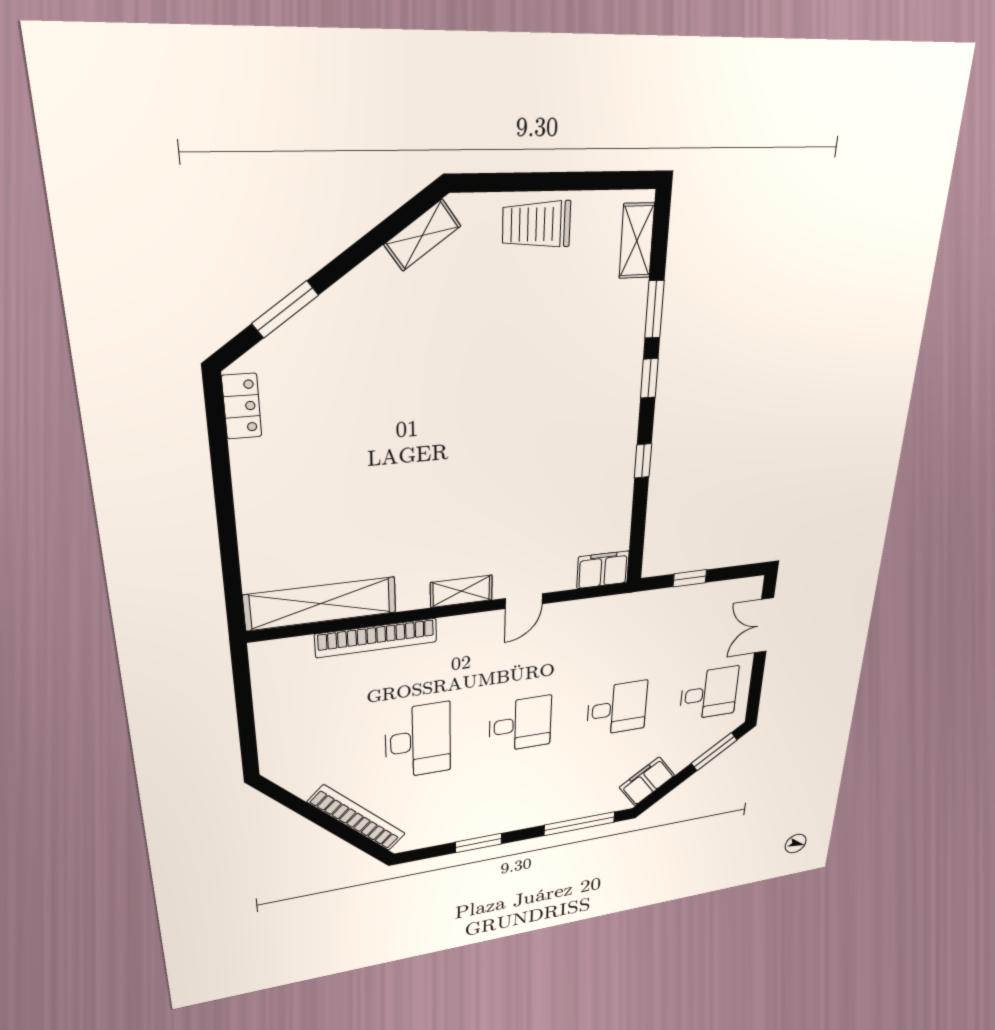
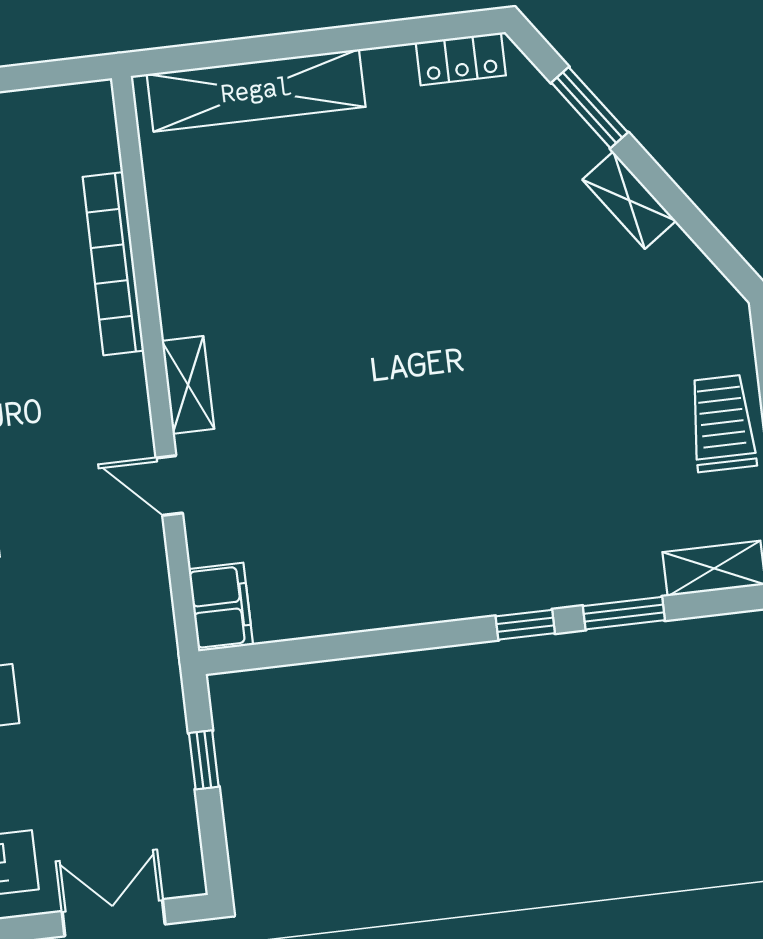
shelving: (422, 235) -> (629, 200), moved
window: (643, 461) -> (400, 639), removed
shelving: (321, 604) -> (256, 90), moved, turned 90

